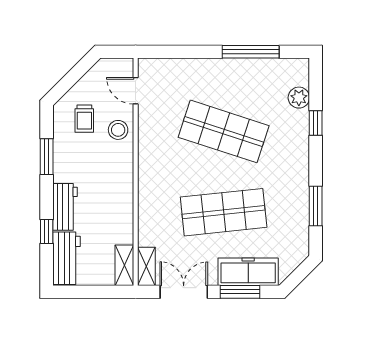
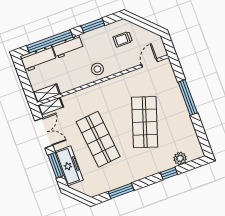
window: (251, 52) -> (188, 98), moved
stool: (118, 130) -> (97, 69), moved
window: (47, 231) -> (50, 41), width x3.17

